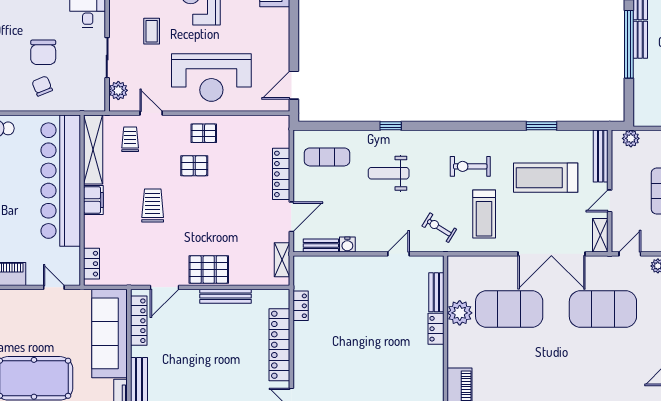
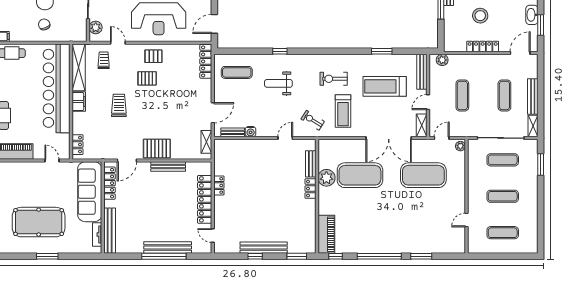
locker: (281, 174) -> (206, 61), moved
locker: (301, 306) -> (219, 185), moved

